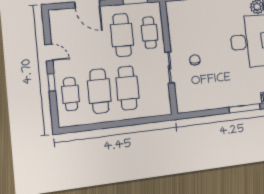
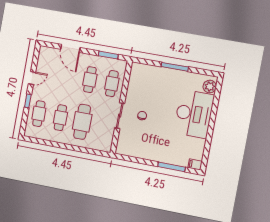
cafe table: (122, 35) -> (90, 80), width x0.73, depth x0.74
door: (49, 53) -> (32, 78), hinge flipped
cafe table: (99, 91) -> (60, 118), width x0.73, depth x0.74

